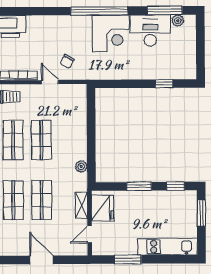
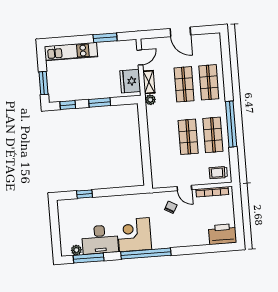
plant: (81, 166) -> (150, 100), moved

